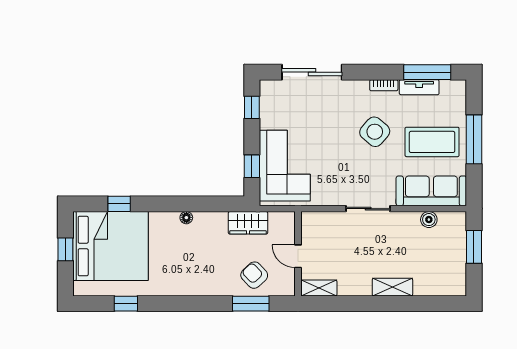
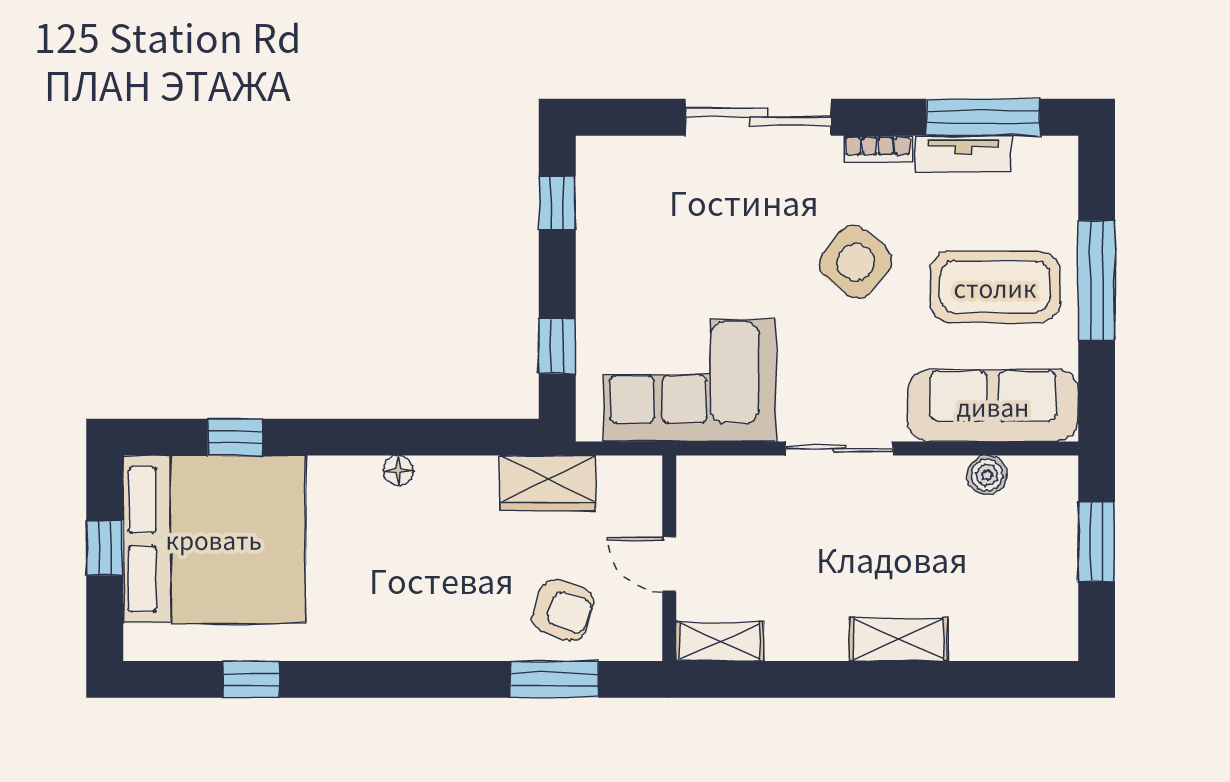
sliding door: (312, 72) -> (758, 117), moved
corner sofa: (285, 166) -> (690, 380), moved, turned -90
armchair: (254, 275) -> (563, 610), turned 152

